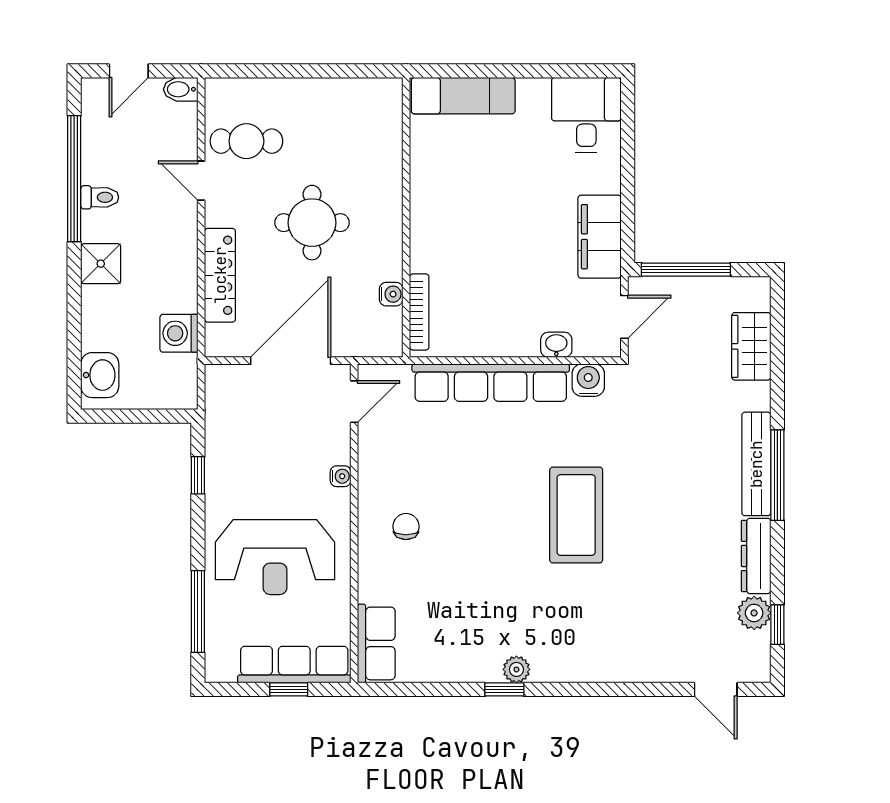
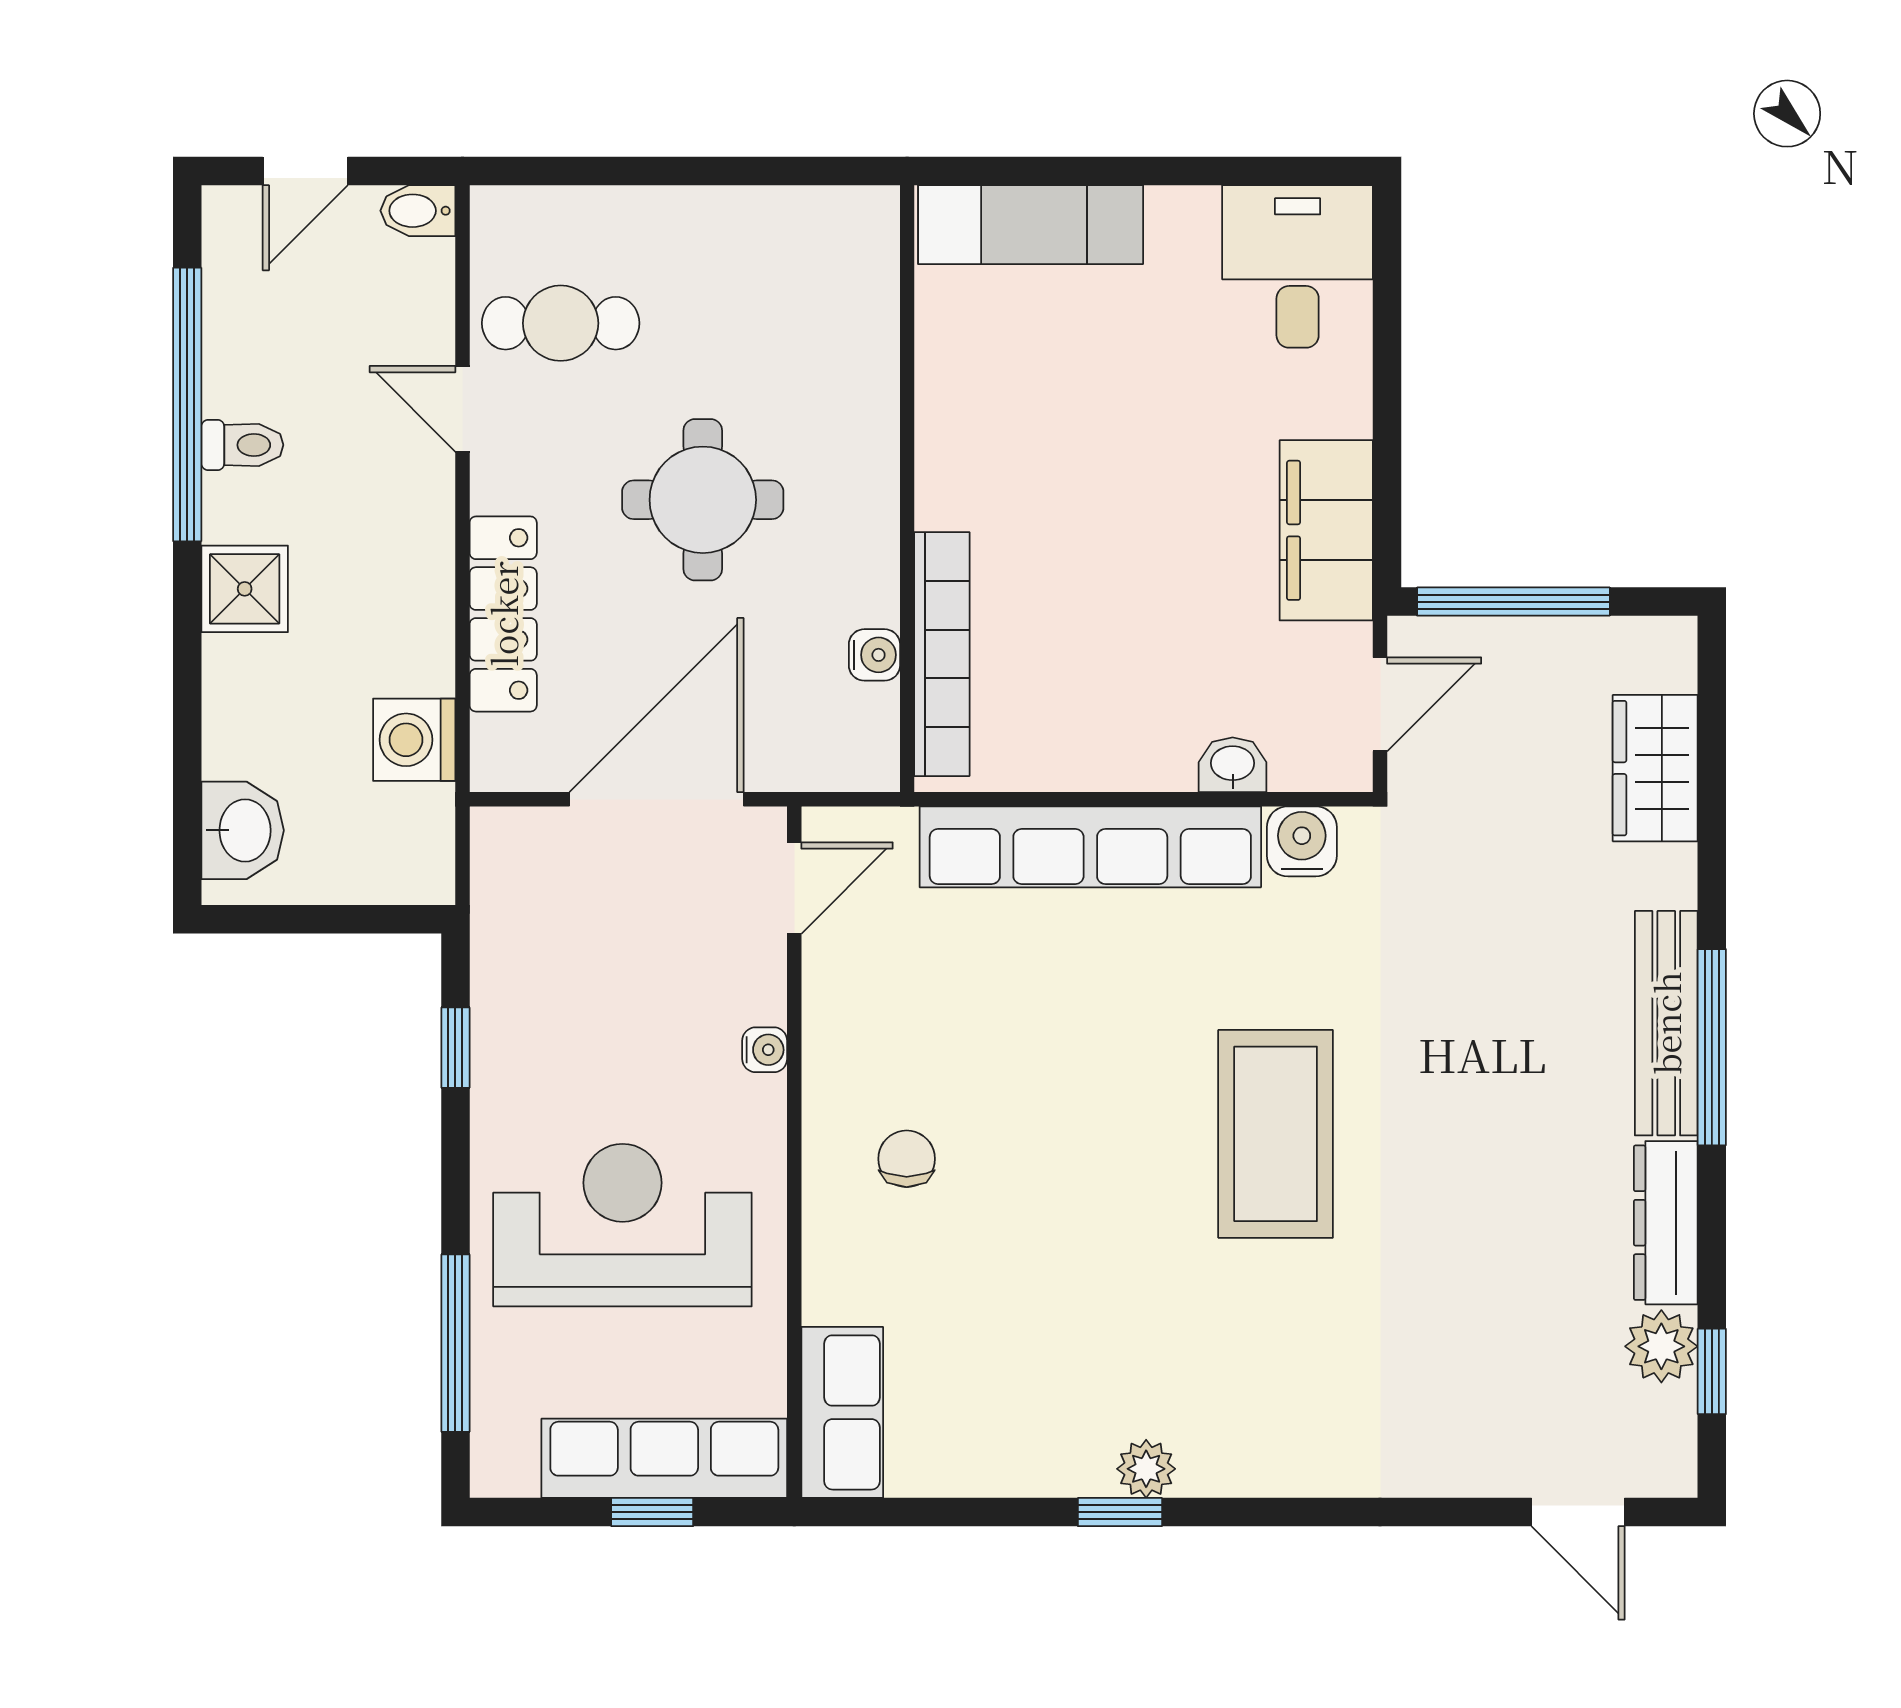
bookcase: (419, 312) -> (942, 654), width x1.48, depth x1.31
reception desk: (275, 557) -> (622, 1225), turned 180

